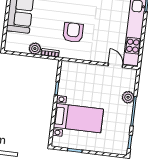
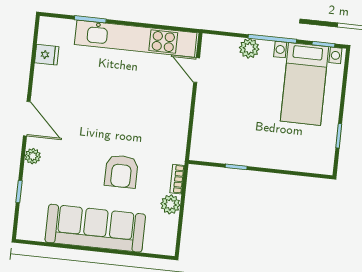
armchair: (73, 32) -> (121, 171), moved, turned -90
door: (115, 65) -> (197, 70), hinge flipped
bed with nightstands: (78, 118) -> (304, 84), moved, turned 180

